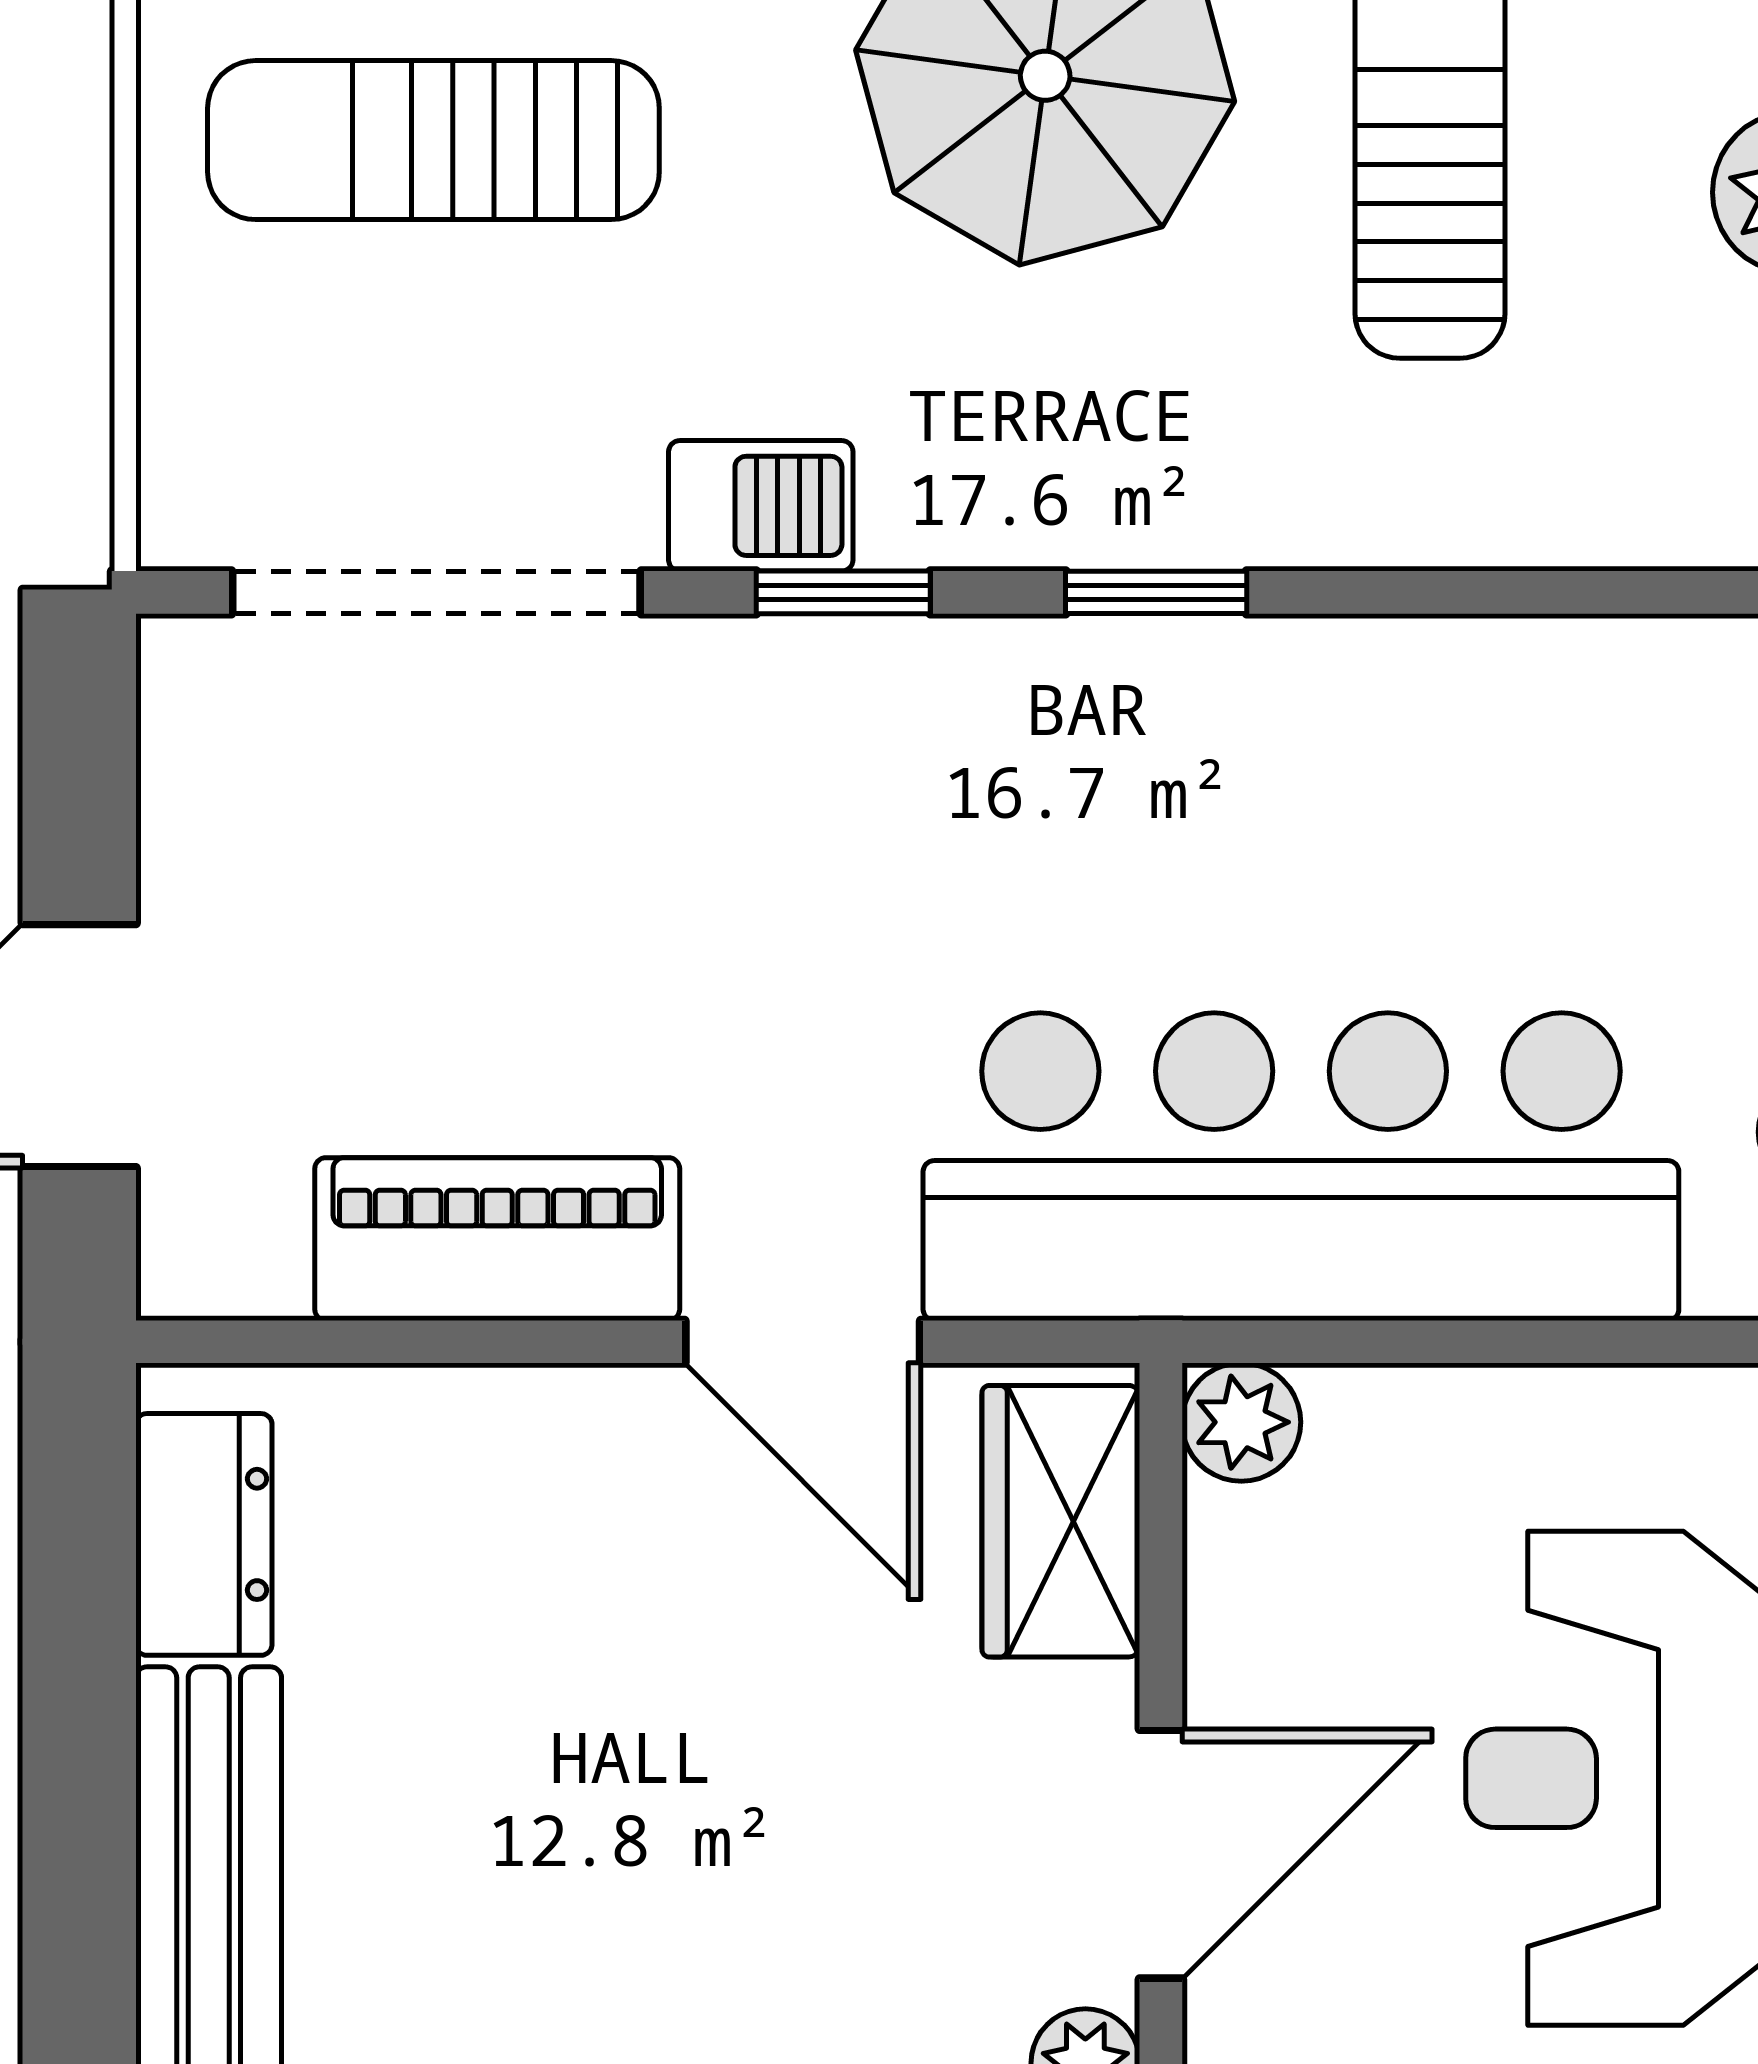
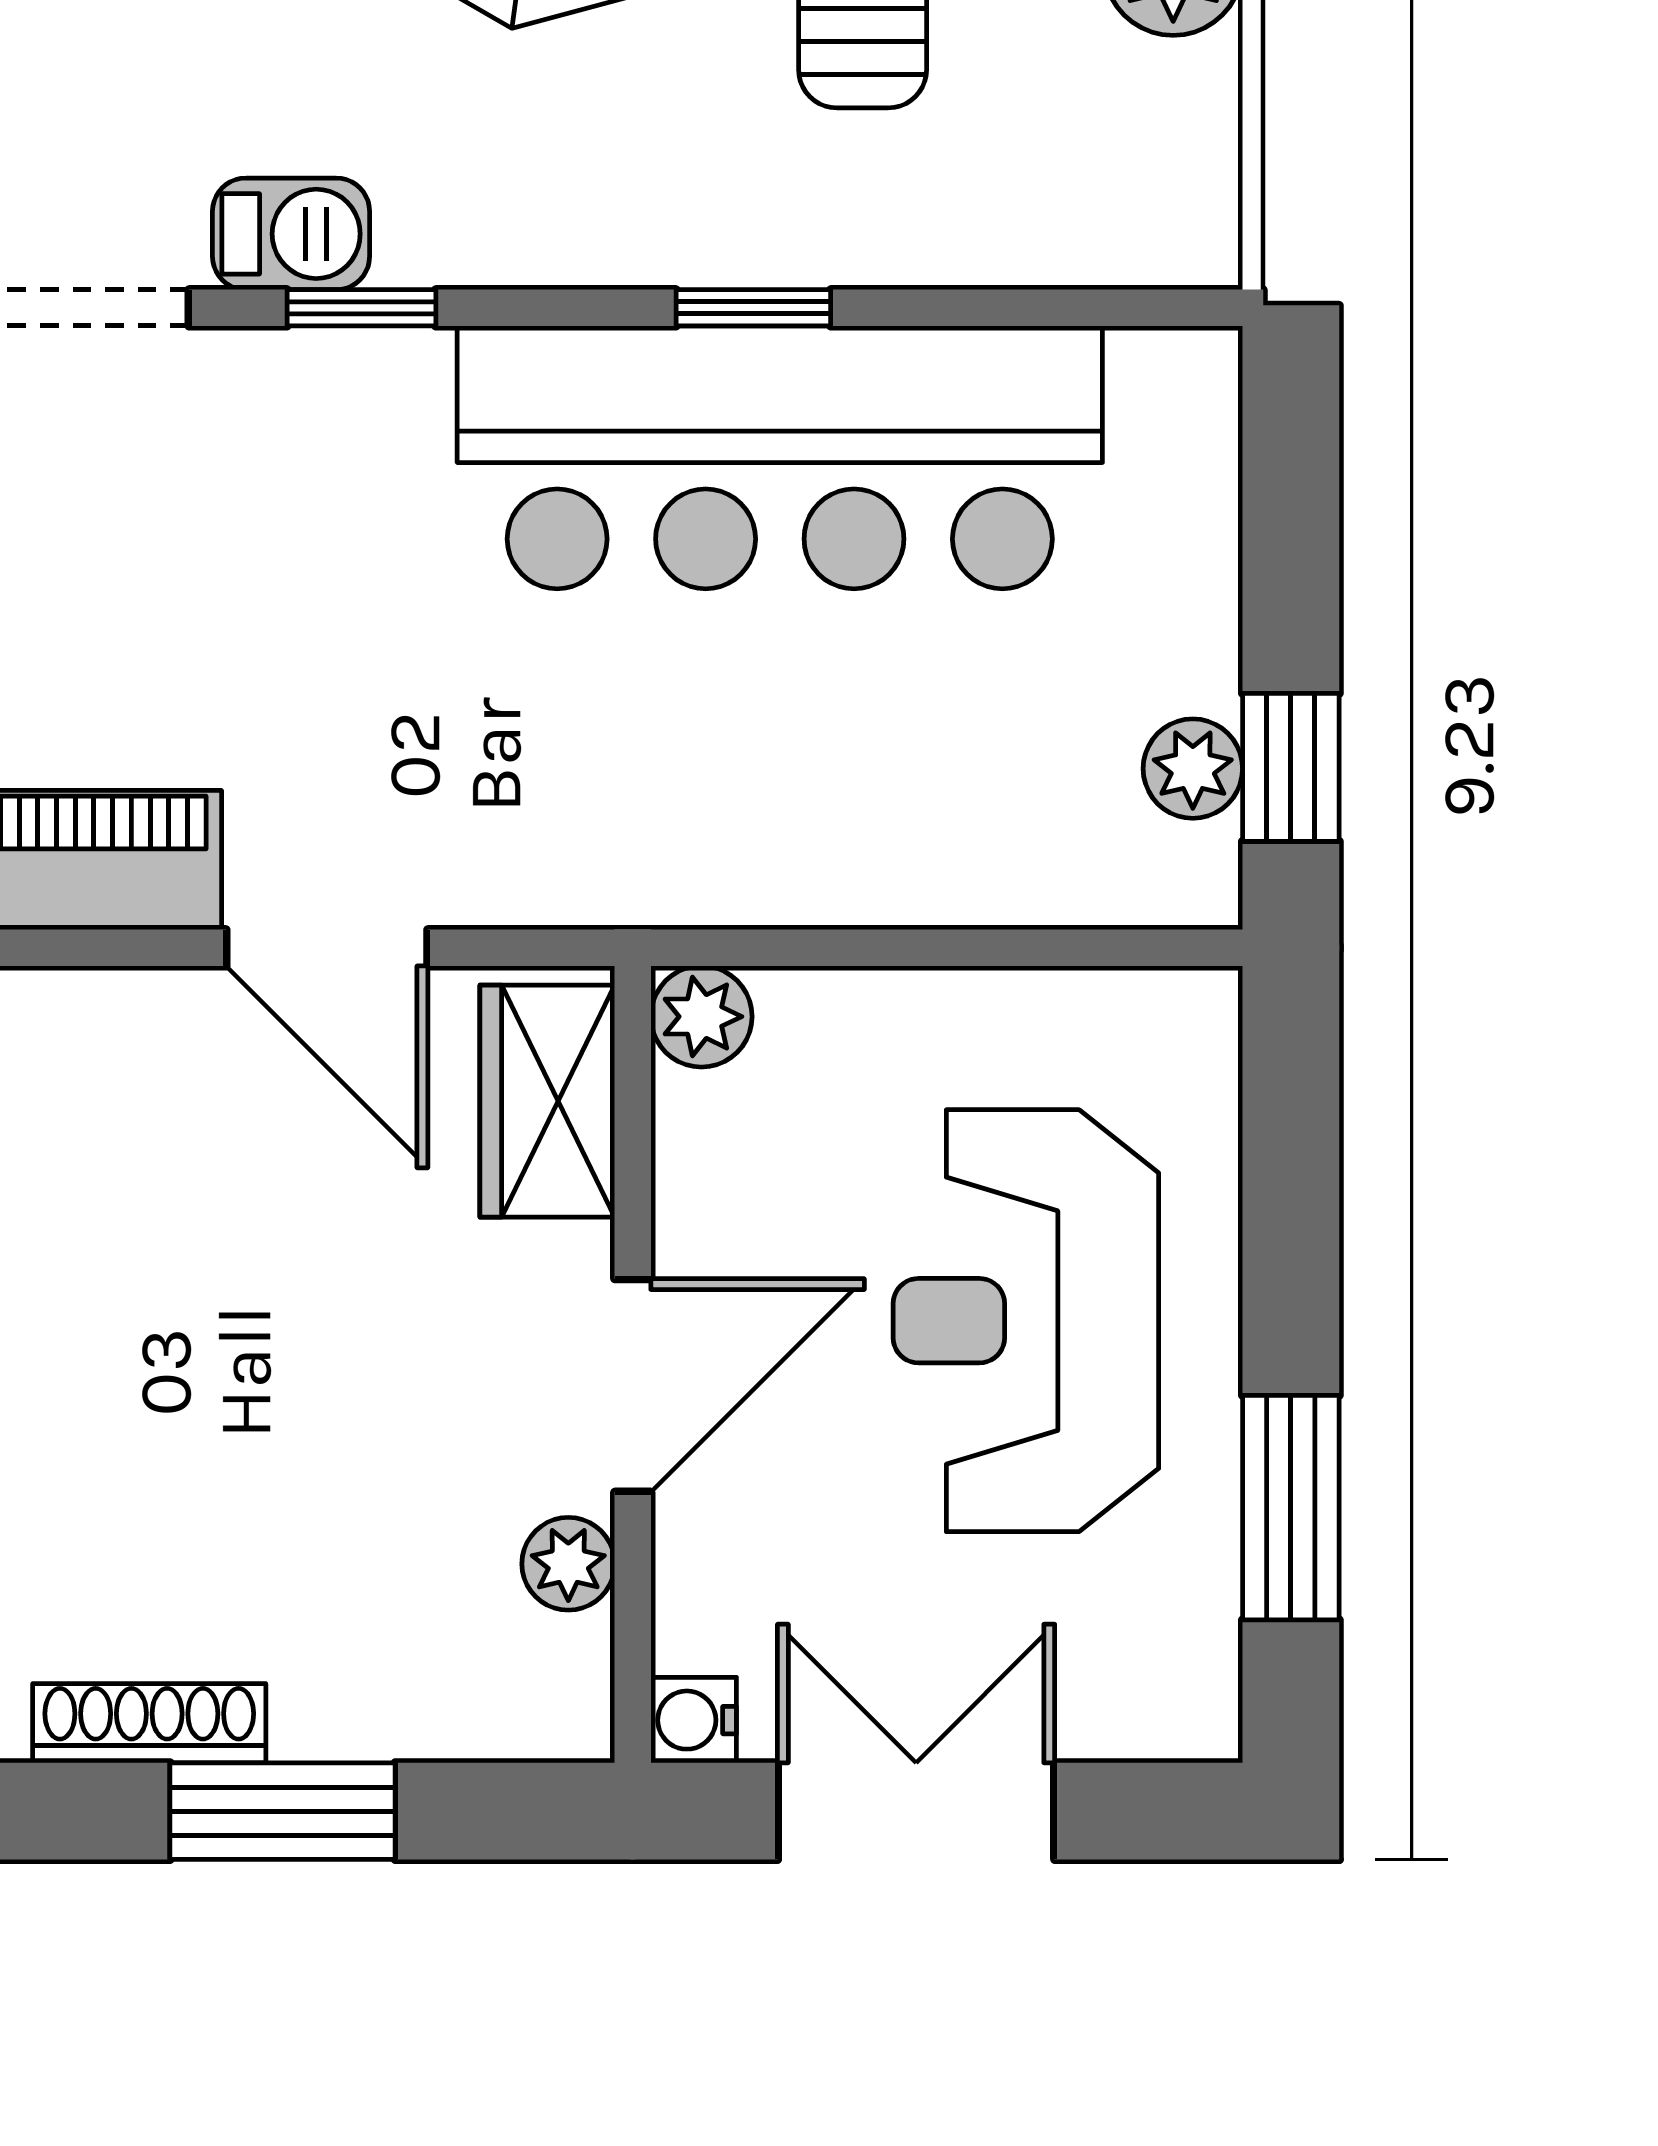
window: (1156, 592) -> (753, 308), moved
bar counter: (1301, 1167) -> (780, 457), moved, turned 180

